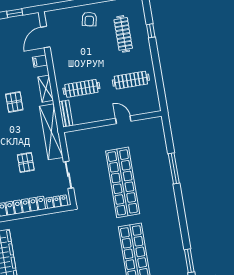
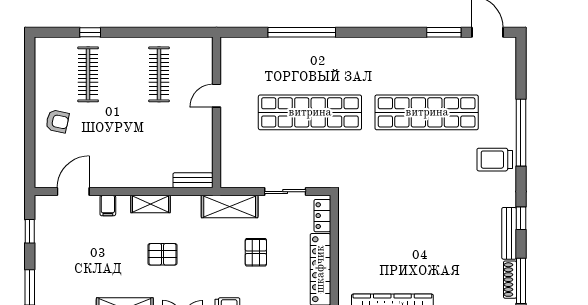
clothes rail: (123, 34) -> (88, 74), turned 90
door: (45, 37) -> (73, 192), swing flipped
clothes rail: (81, 88) -> (159, 150), removed
shelving: (51, 132) -> (230, 206), width x0.68
pallet: (26, 162) -> (256, 252), turned 90
window: (174, 168) -> (302, 32), width x1.46

